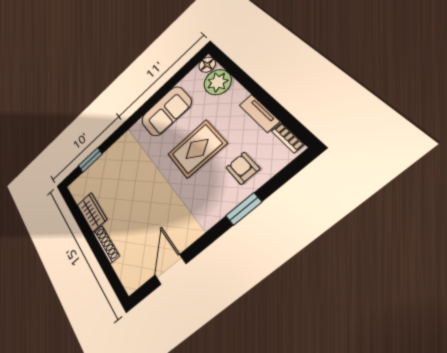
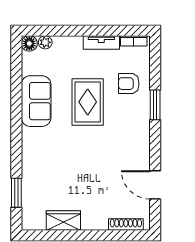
plant: (218, 82) -> (45, 42), width x0.53, depth x0.53
shoe rack: (106, 244) -> (126, 225), moved

